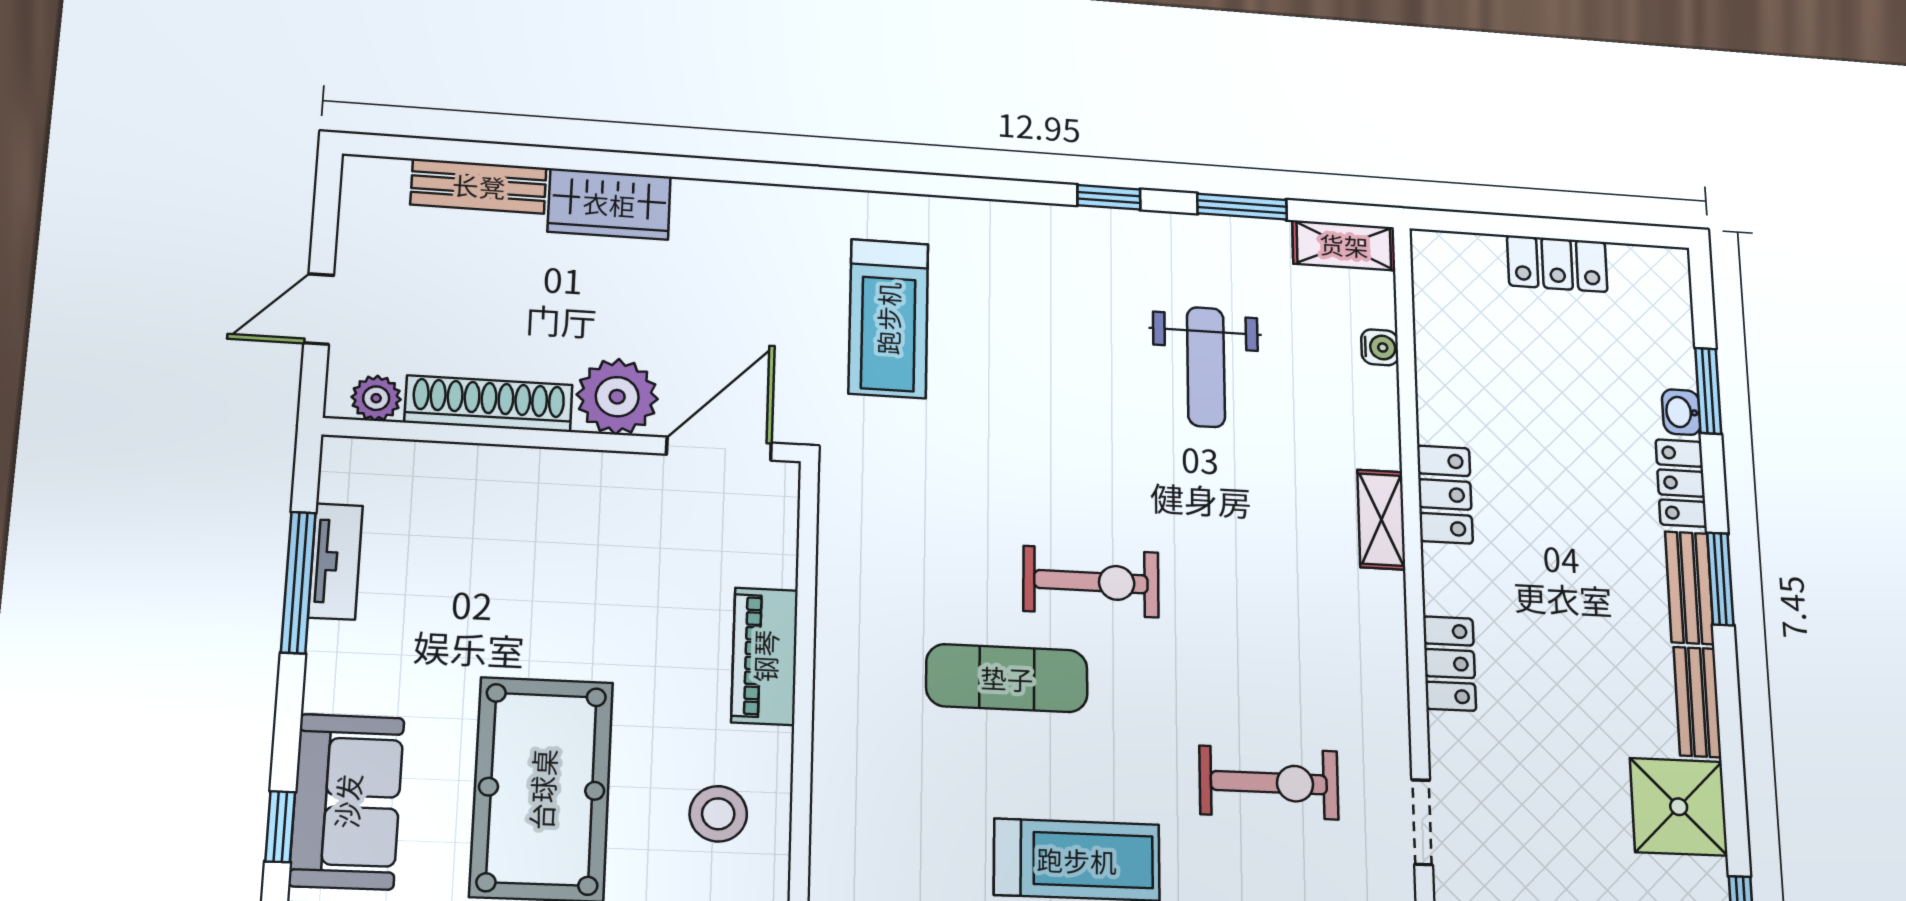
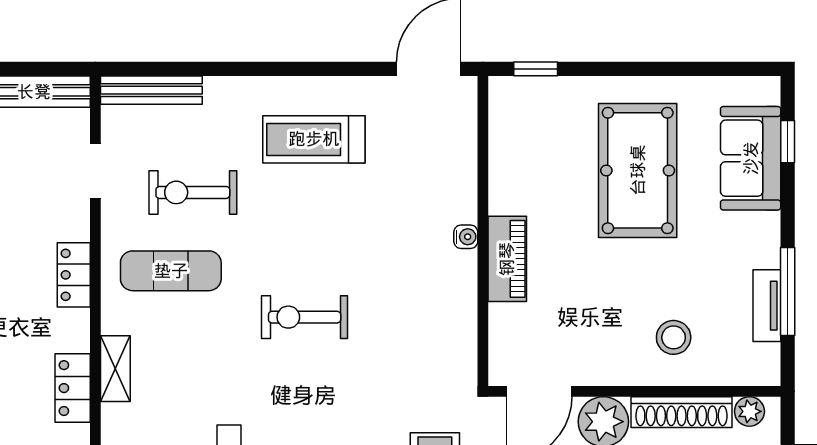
exercise mat: (1007, 678) -> (171, 271), moved
water cooler: (832, 694) -> (466, 237), added
stool: (718, 814) -> (674, 337), moved

